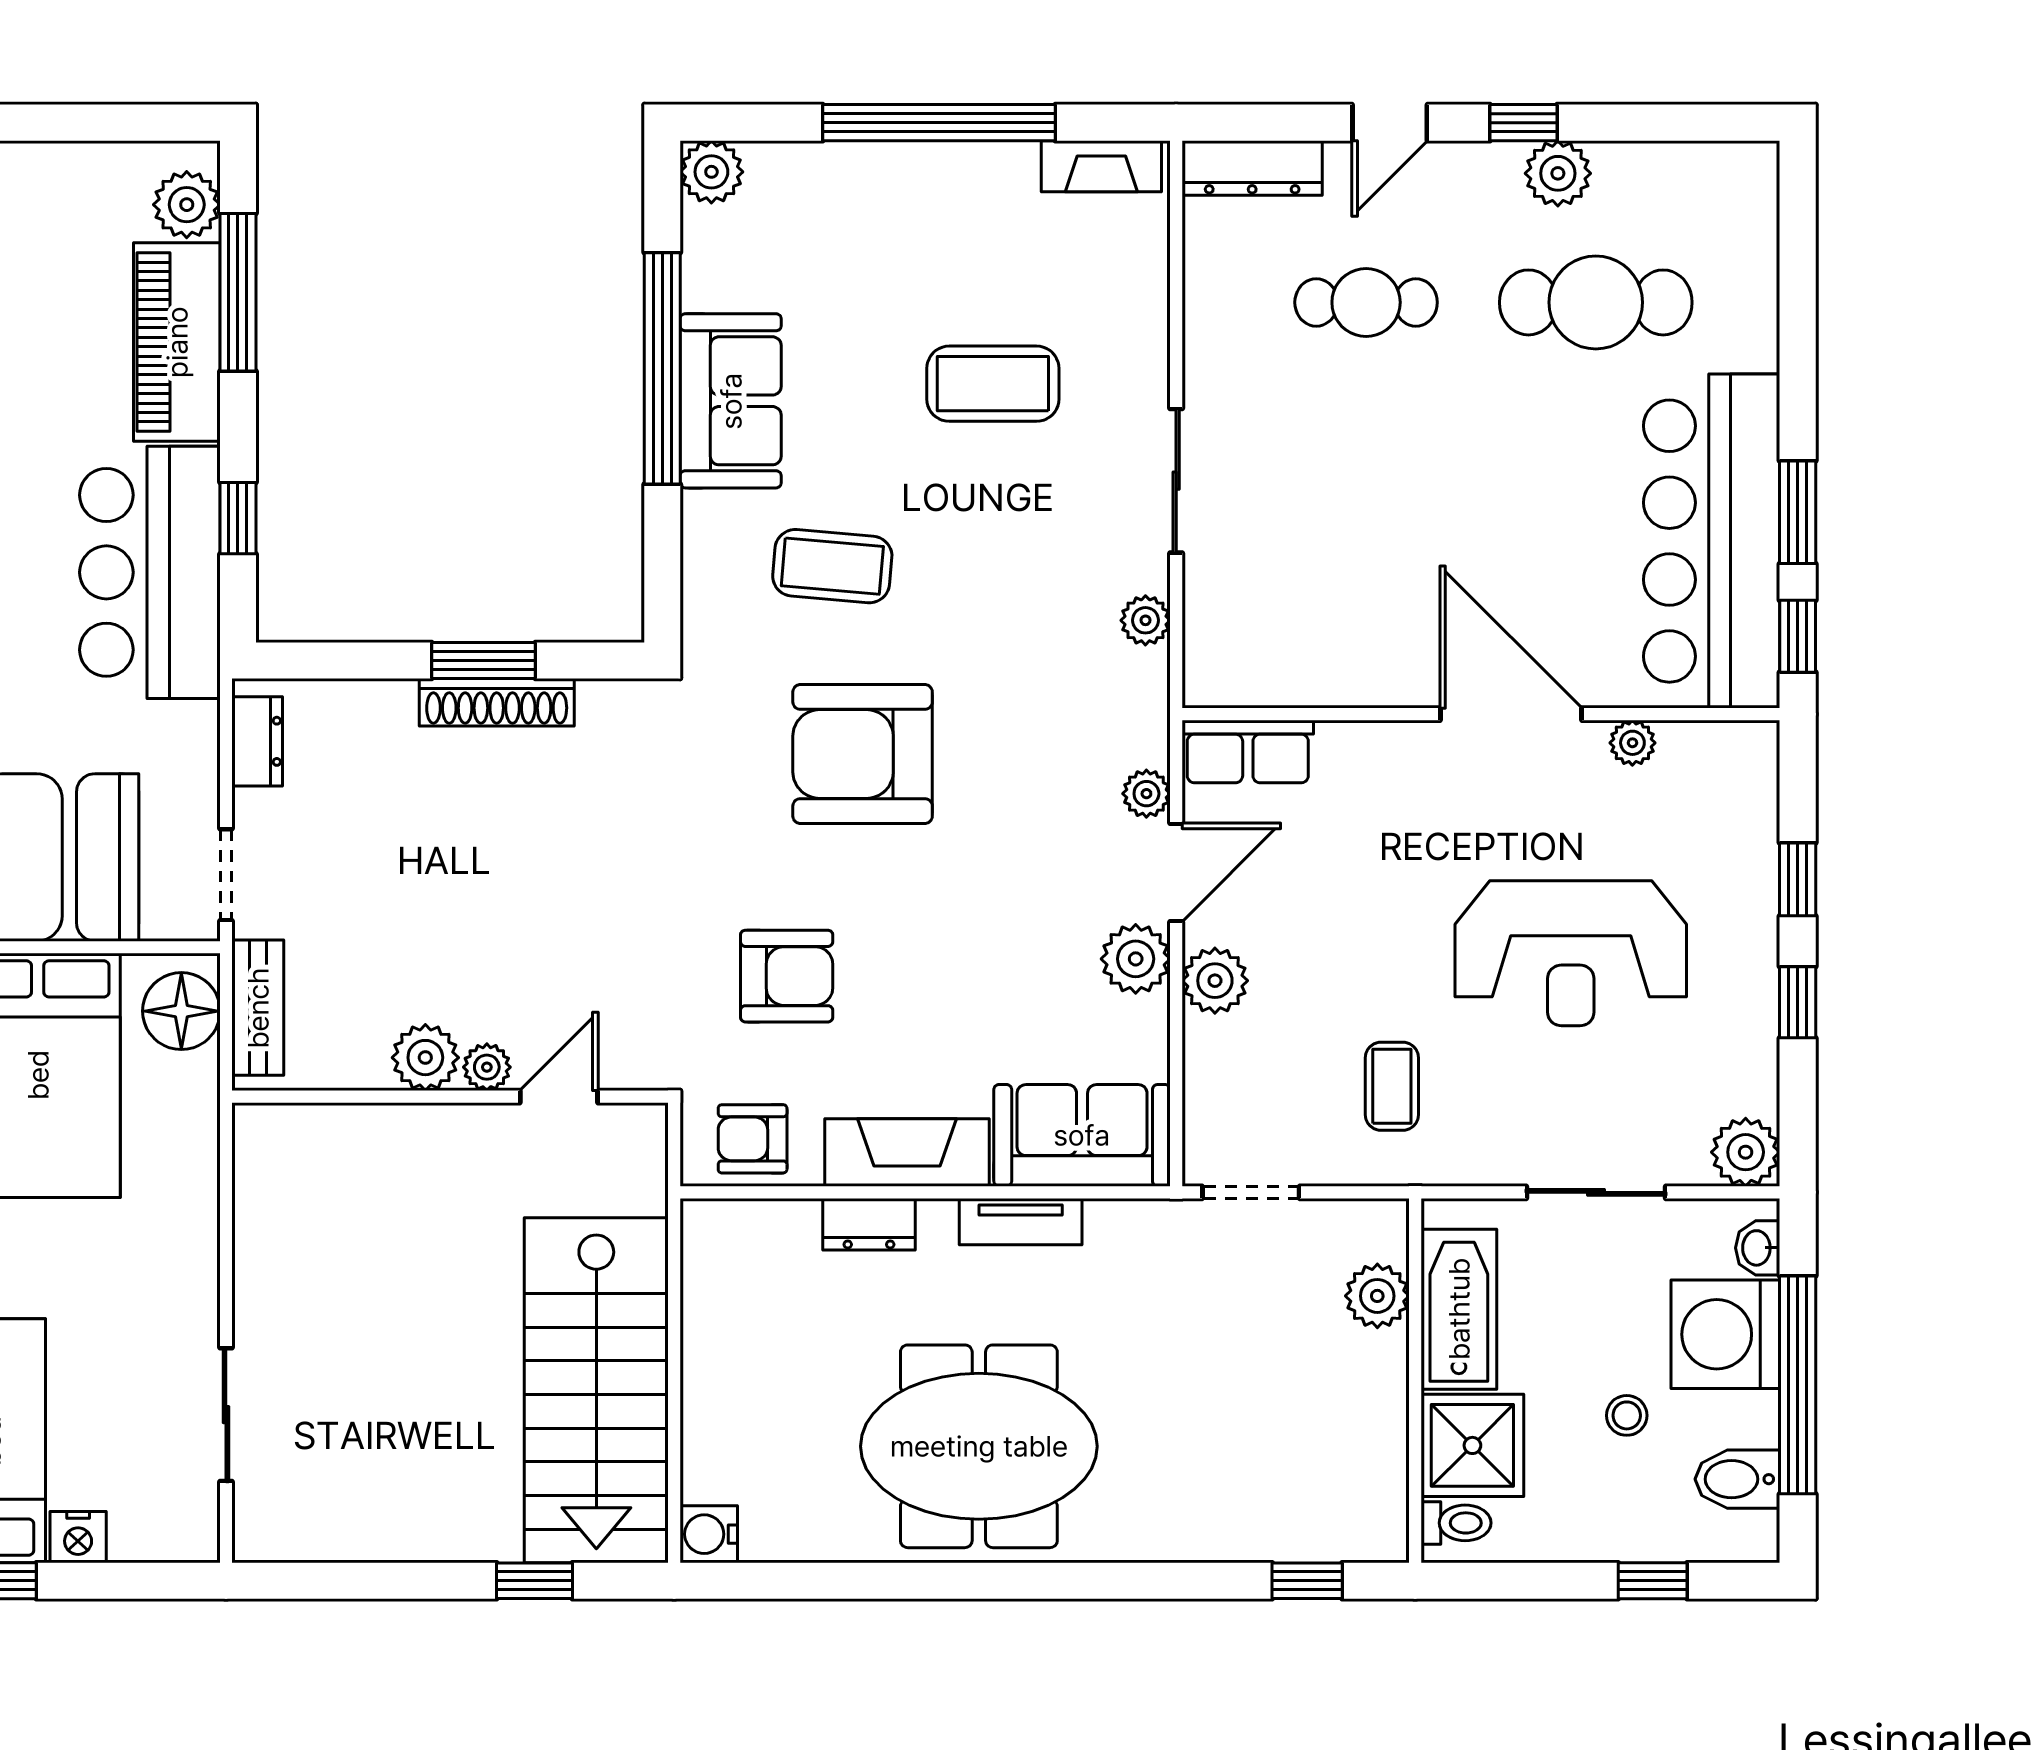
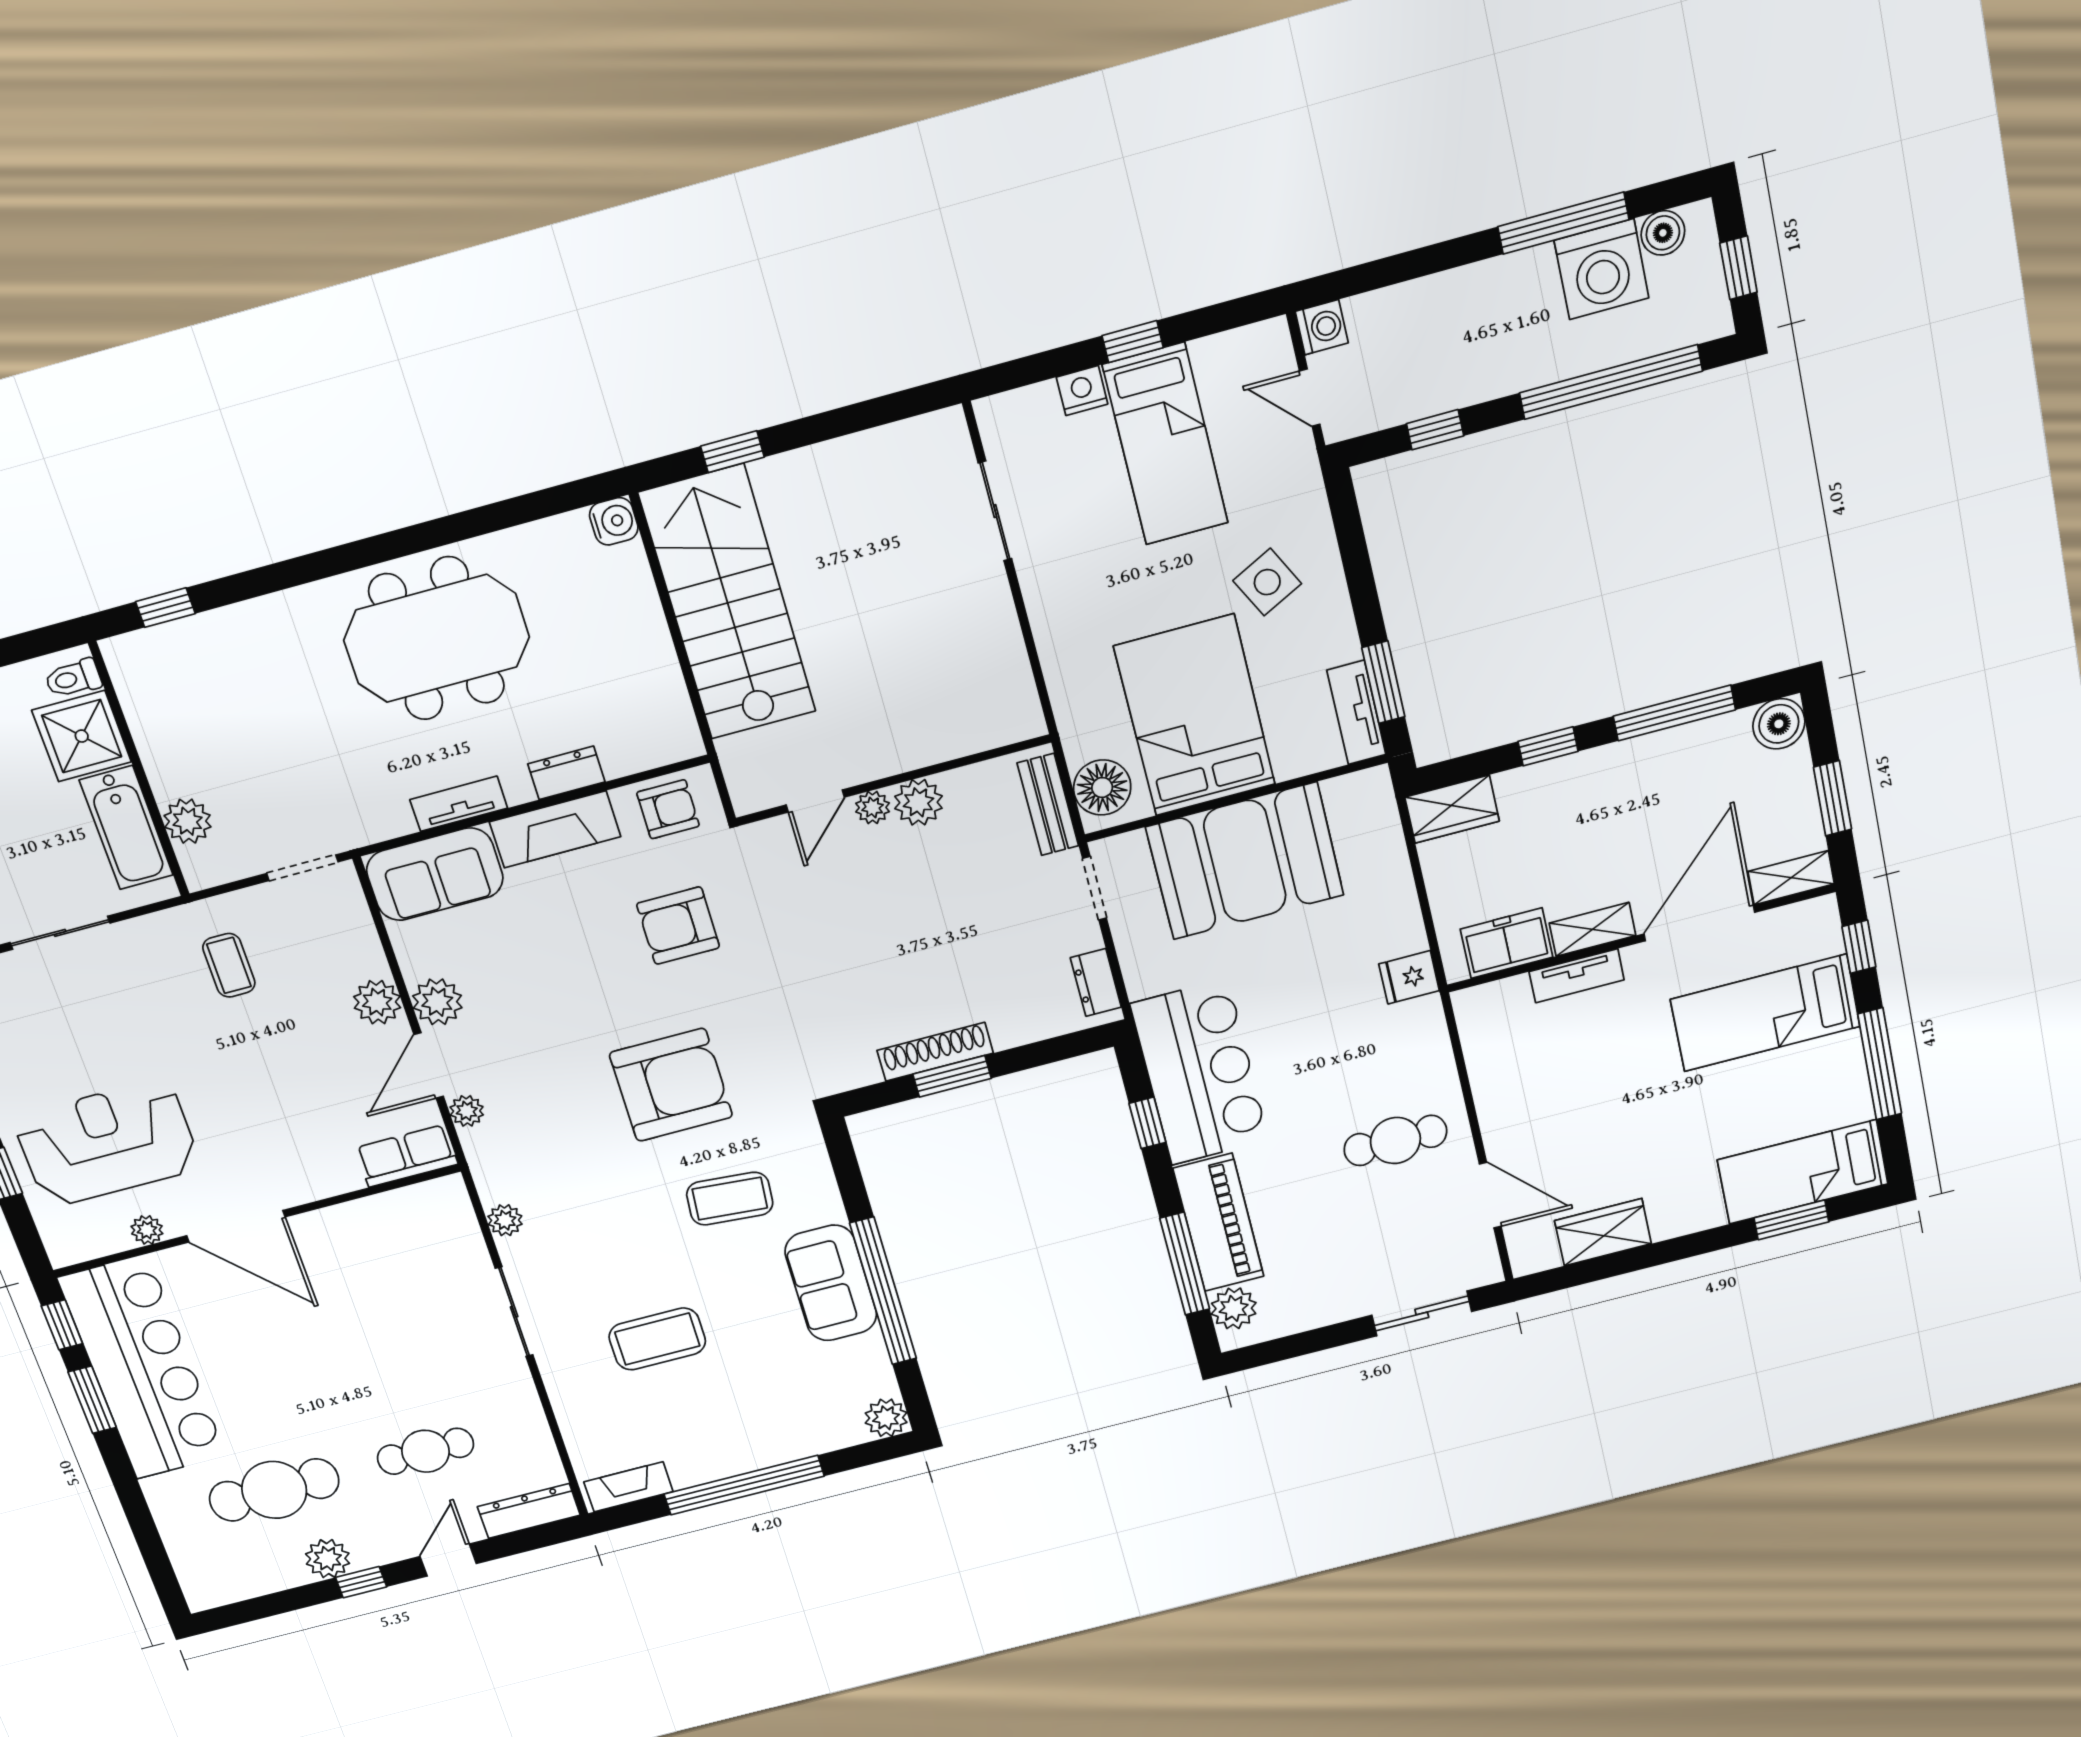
reception desk: (1571, 953) -> (107, 1143), moved

